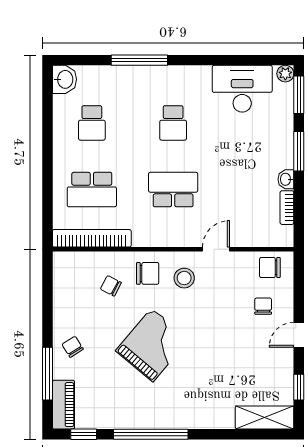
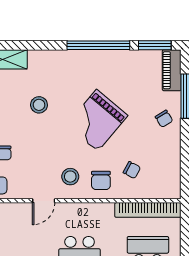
chair: (148, 273) -> (101, 180), turned -90
stool: (221, 363) -> (39, 105), added
window: (84, 434) -> (155, 45), width x1.50

